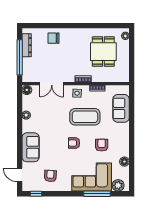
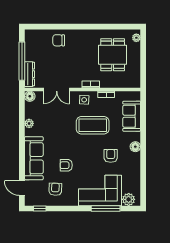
dresser: (27, 45) -> (30, 74), moved
armchair: (74, 143) -> (66, 165), moved
sofa: (31, 147) -> (34, 158), width x1.36
floor lamp: (124, 162) -> (135, 147), moved

